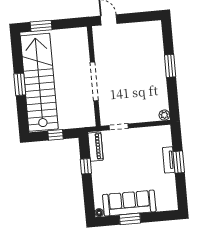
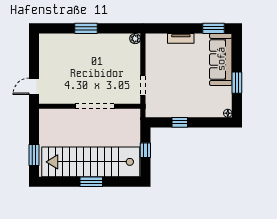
piano: (95, 147) -> (161, 111), removed
window: (179, 162) -> (214, 28), moved
sofa: (129, 203) -> (221, 59), moved

